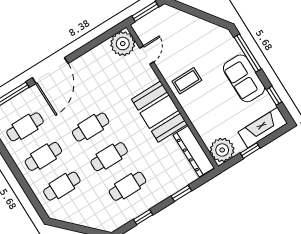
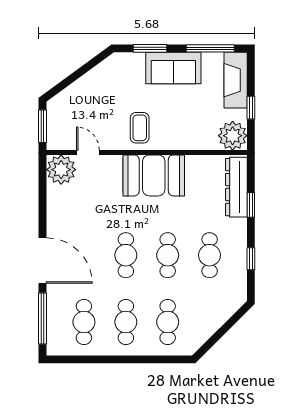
window: (248, 53) -> (150, 48), width x0.69
window: (274, 96) -> (210, 48), width x2.17
dresser: (194, 151) -> (236, 187), moved, turned 90

